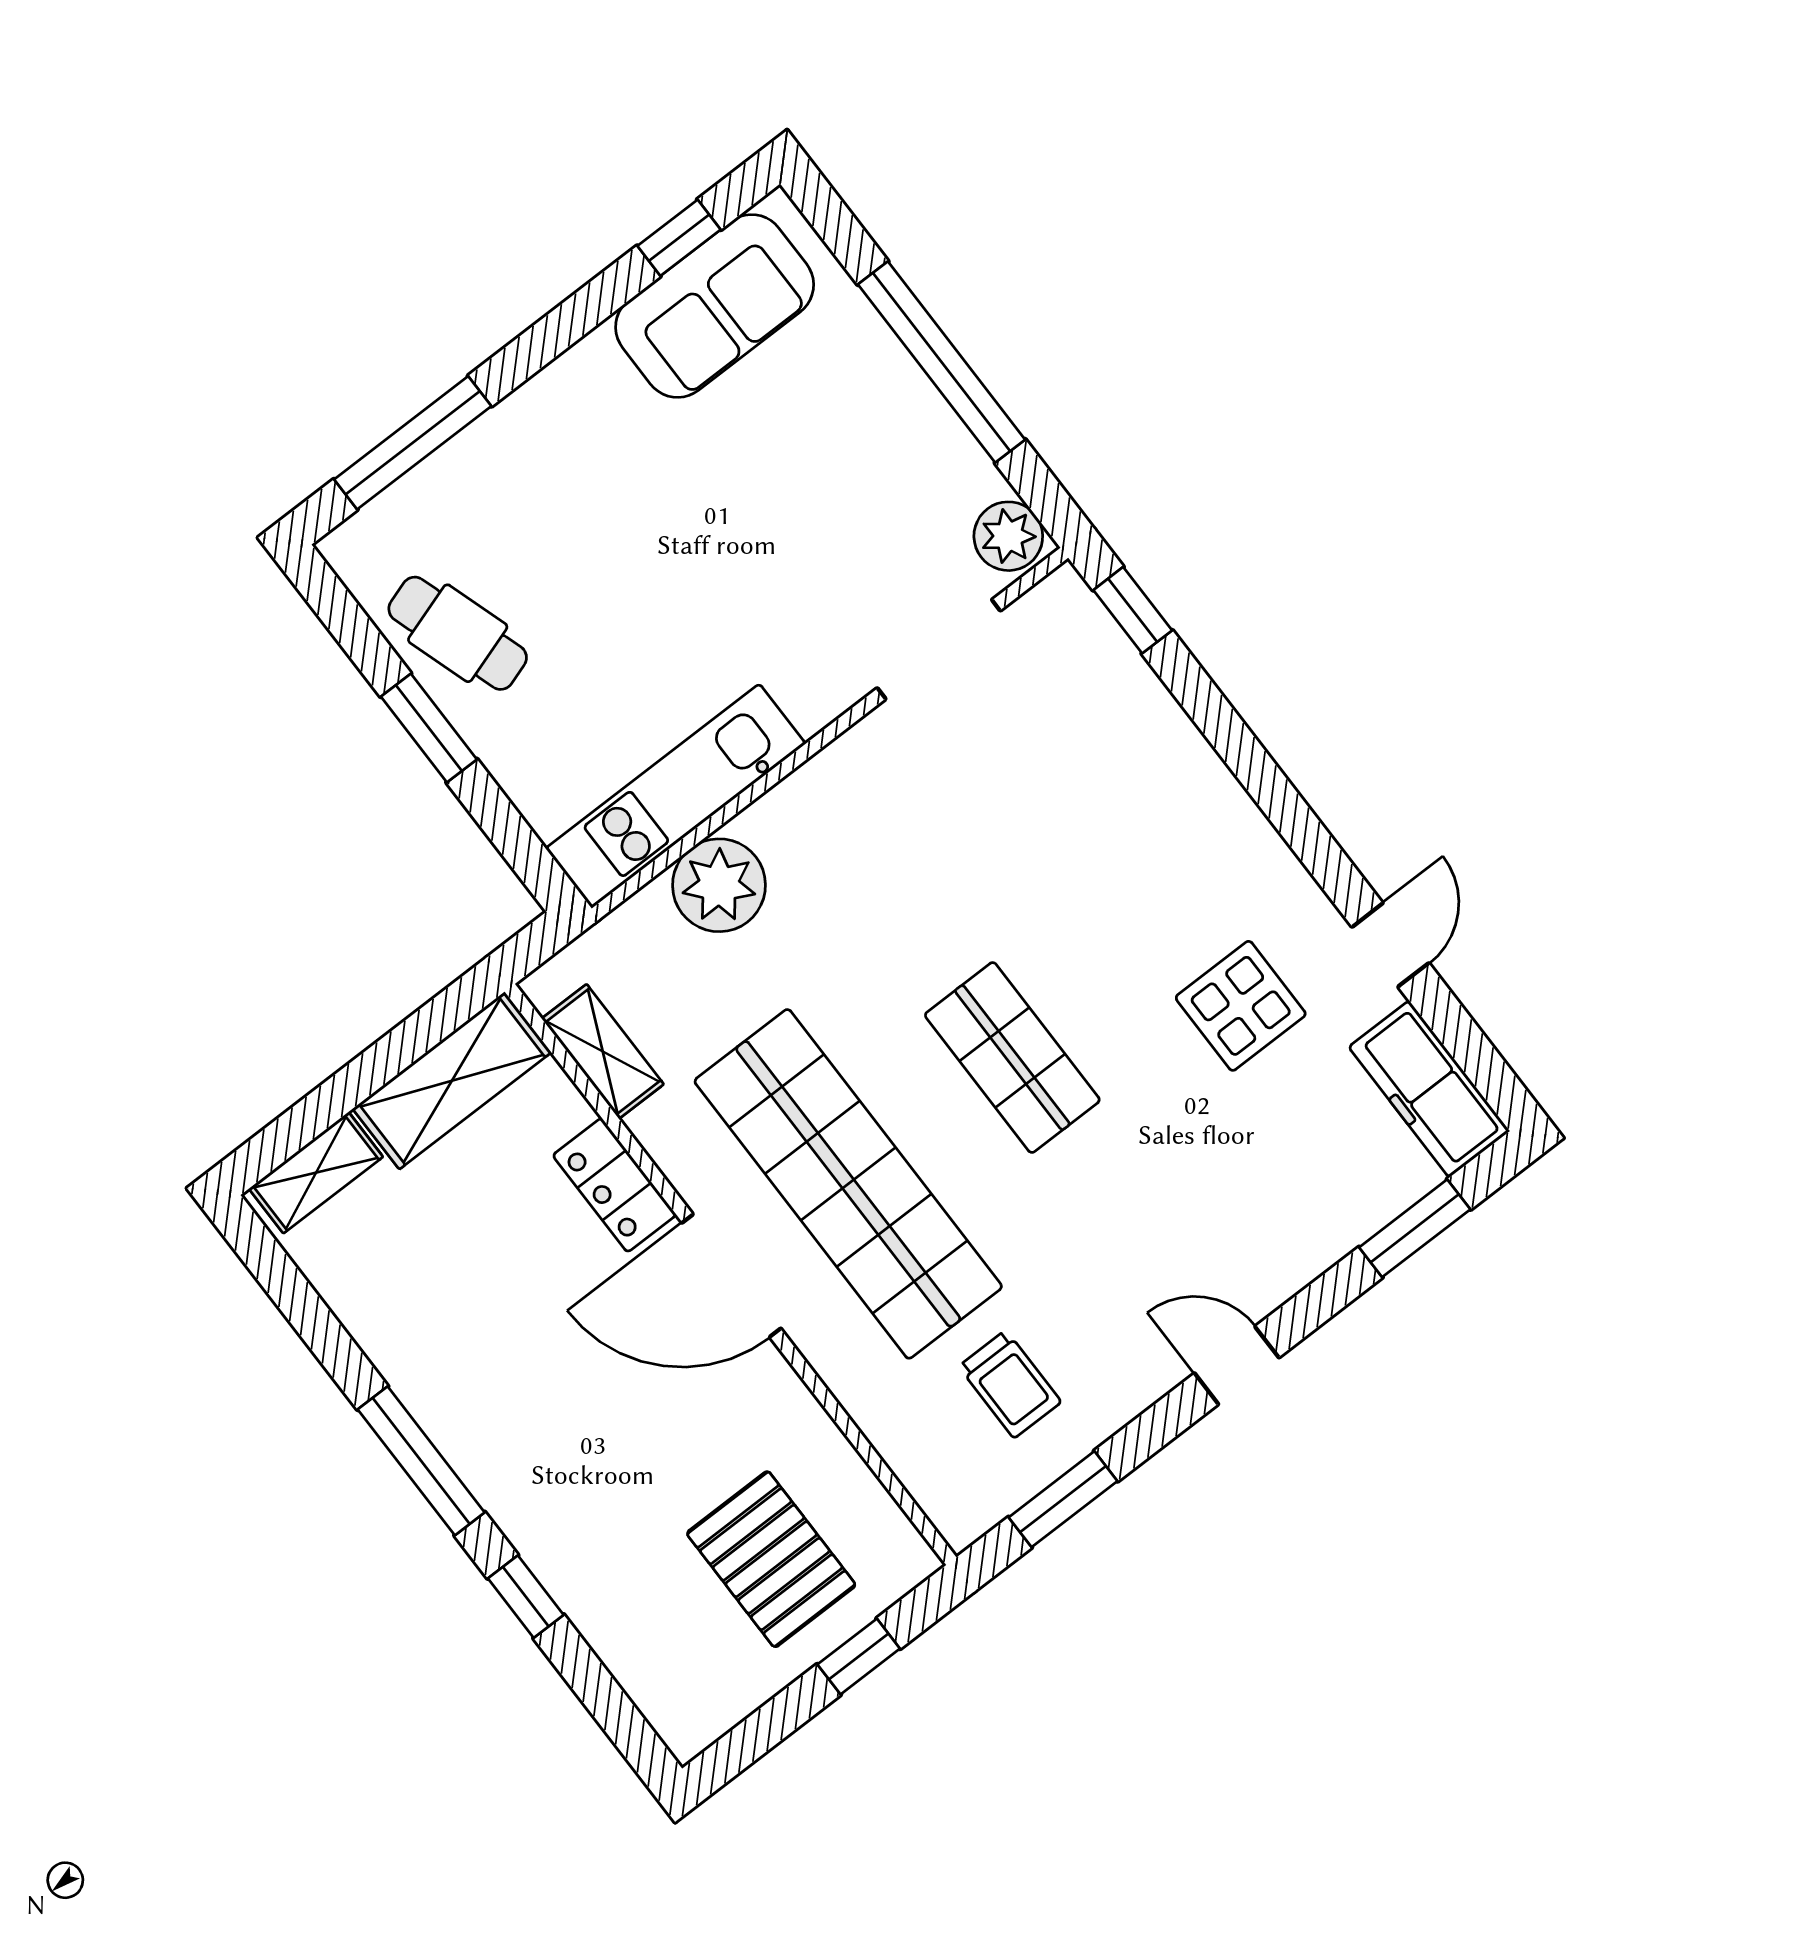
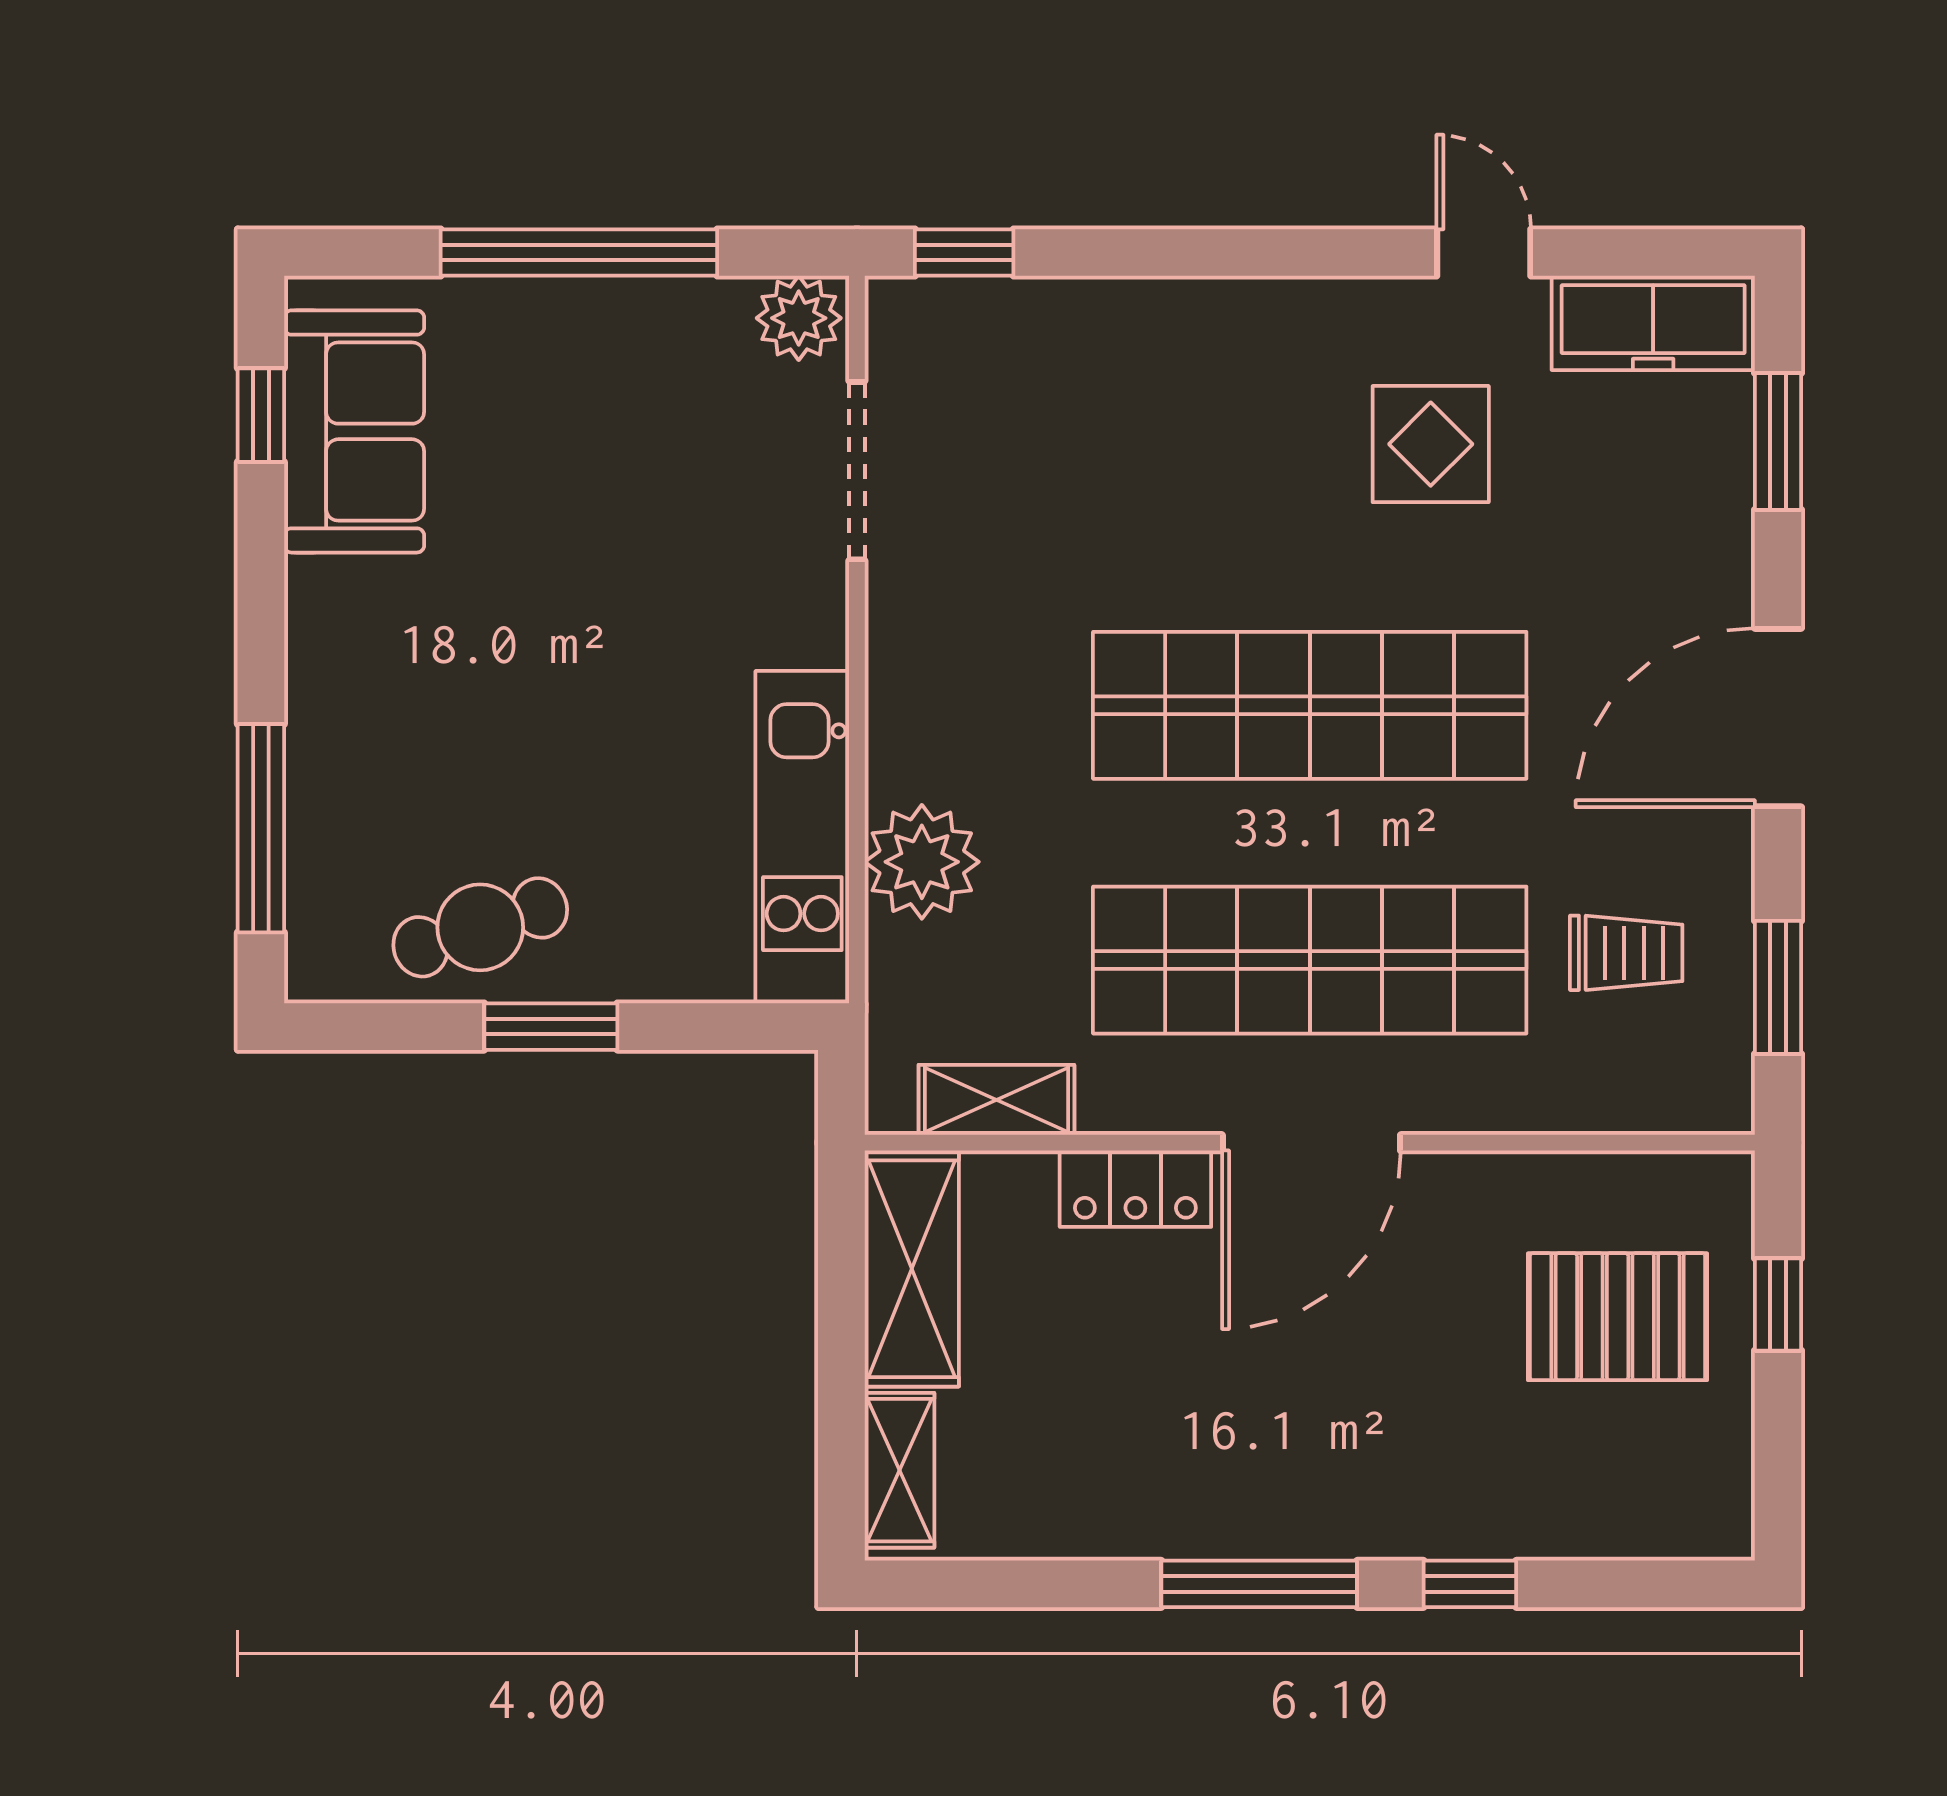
shop shelf: (1012, 1058) -> (1310, 705), width x2.00, depth x1.36
door: (1237, 1365) -> (1778, 718), width x1.88

